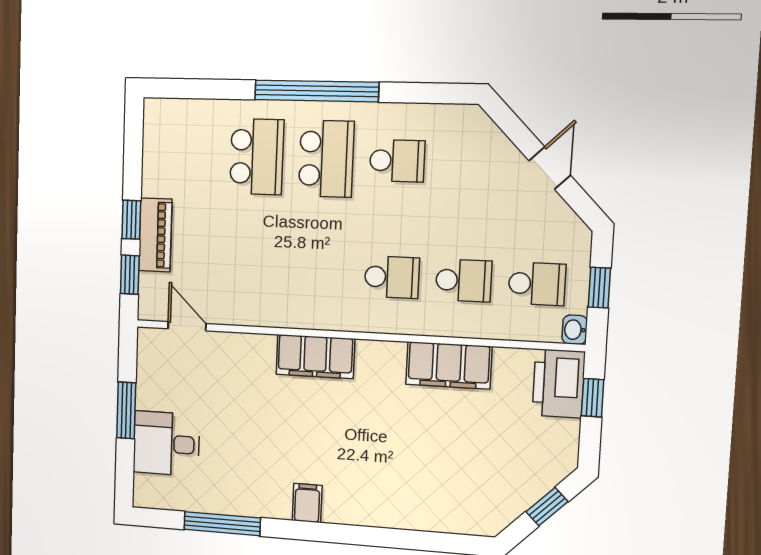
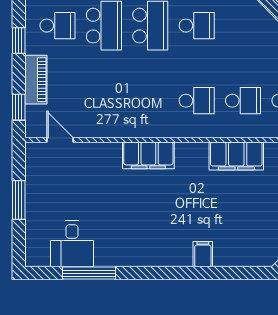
school desk: (189, 155) -> (58, 26), added
window: (131, 220) -> (19, 41), moved
desk: (166, 444) -> (72, 244), moved, turned -90
filing cabinet: (307, 503) -> (203, 254), moved

